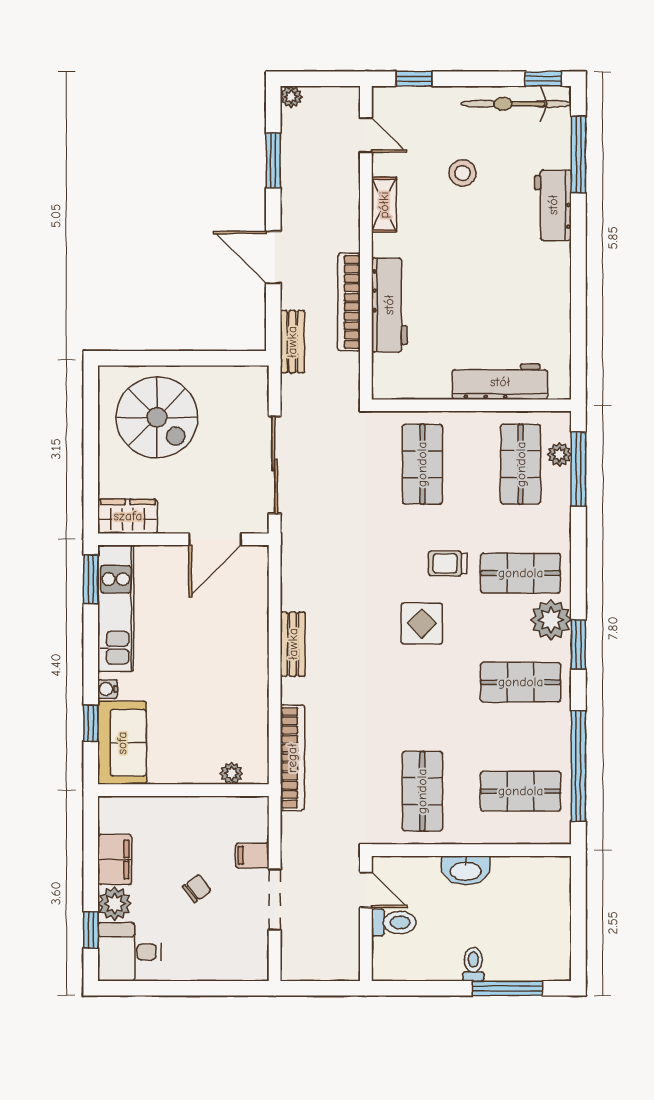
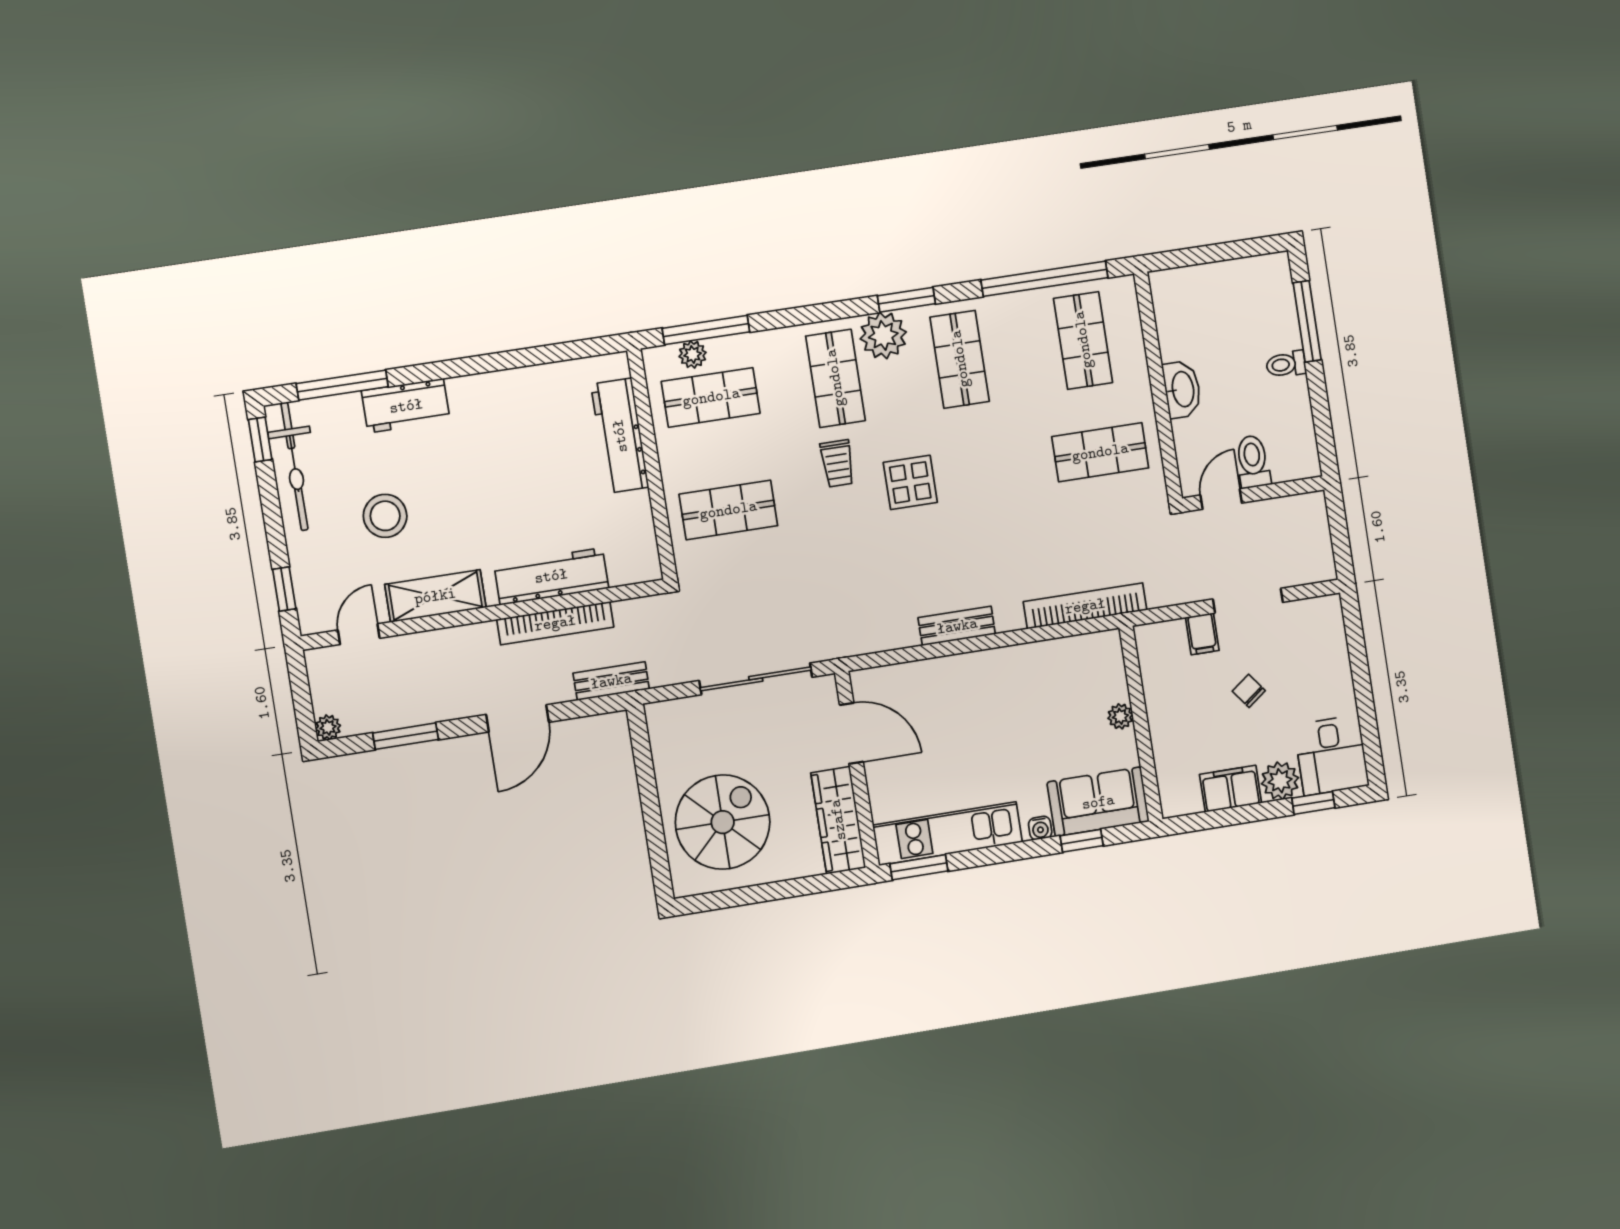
stool: (463, 173) -> (385, 516), width x1.38, depth x1.38
shelving: (384, 205) -> (435, 596), width x1.50, depth x1.33
wardrobe: (128, 516) -> (838, 820), width x1.50
plant: (232, 773) -> (1120, 716), moved

